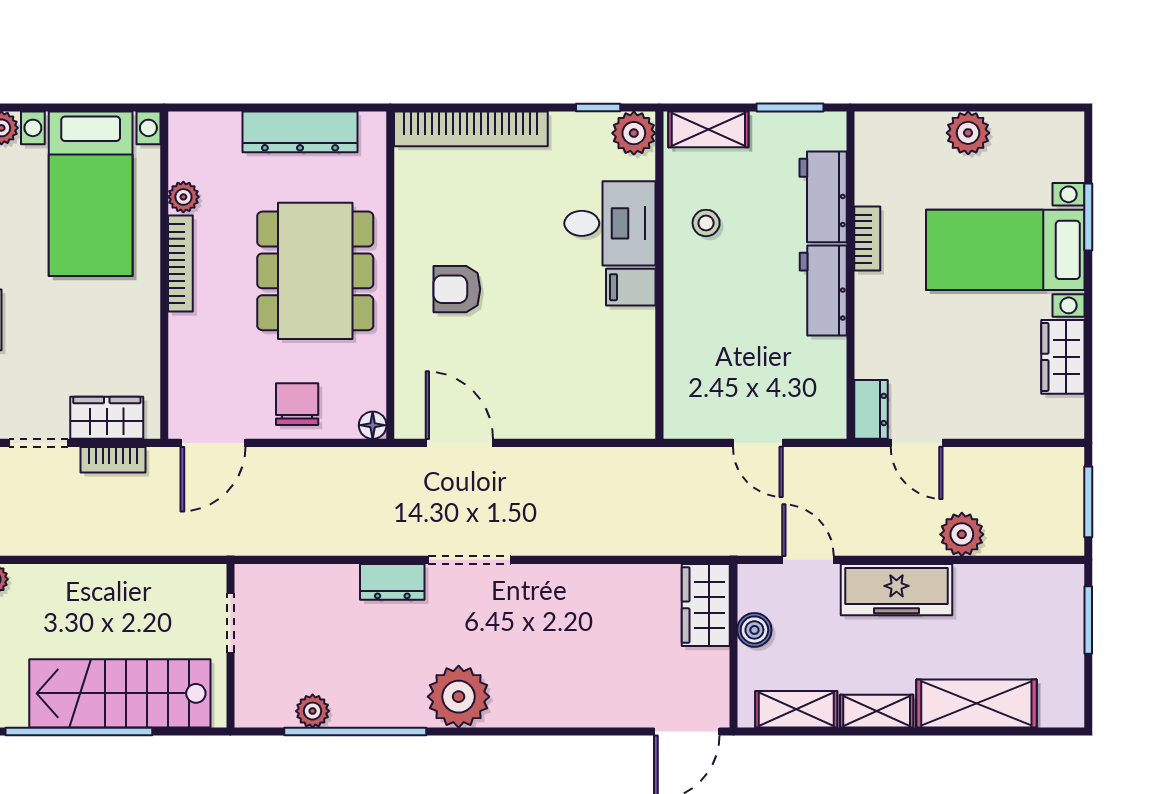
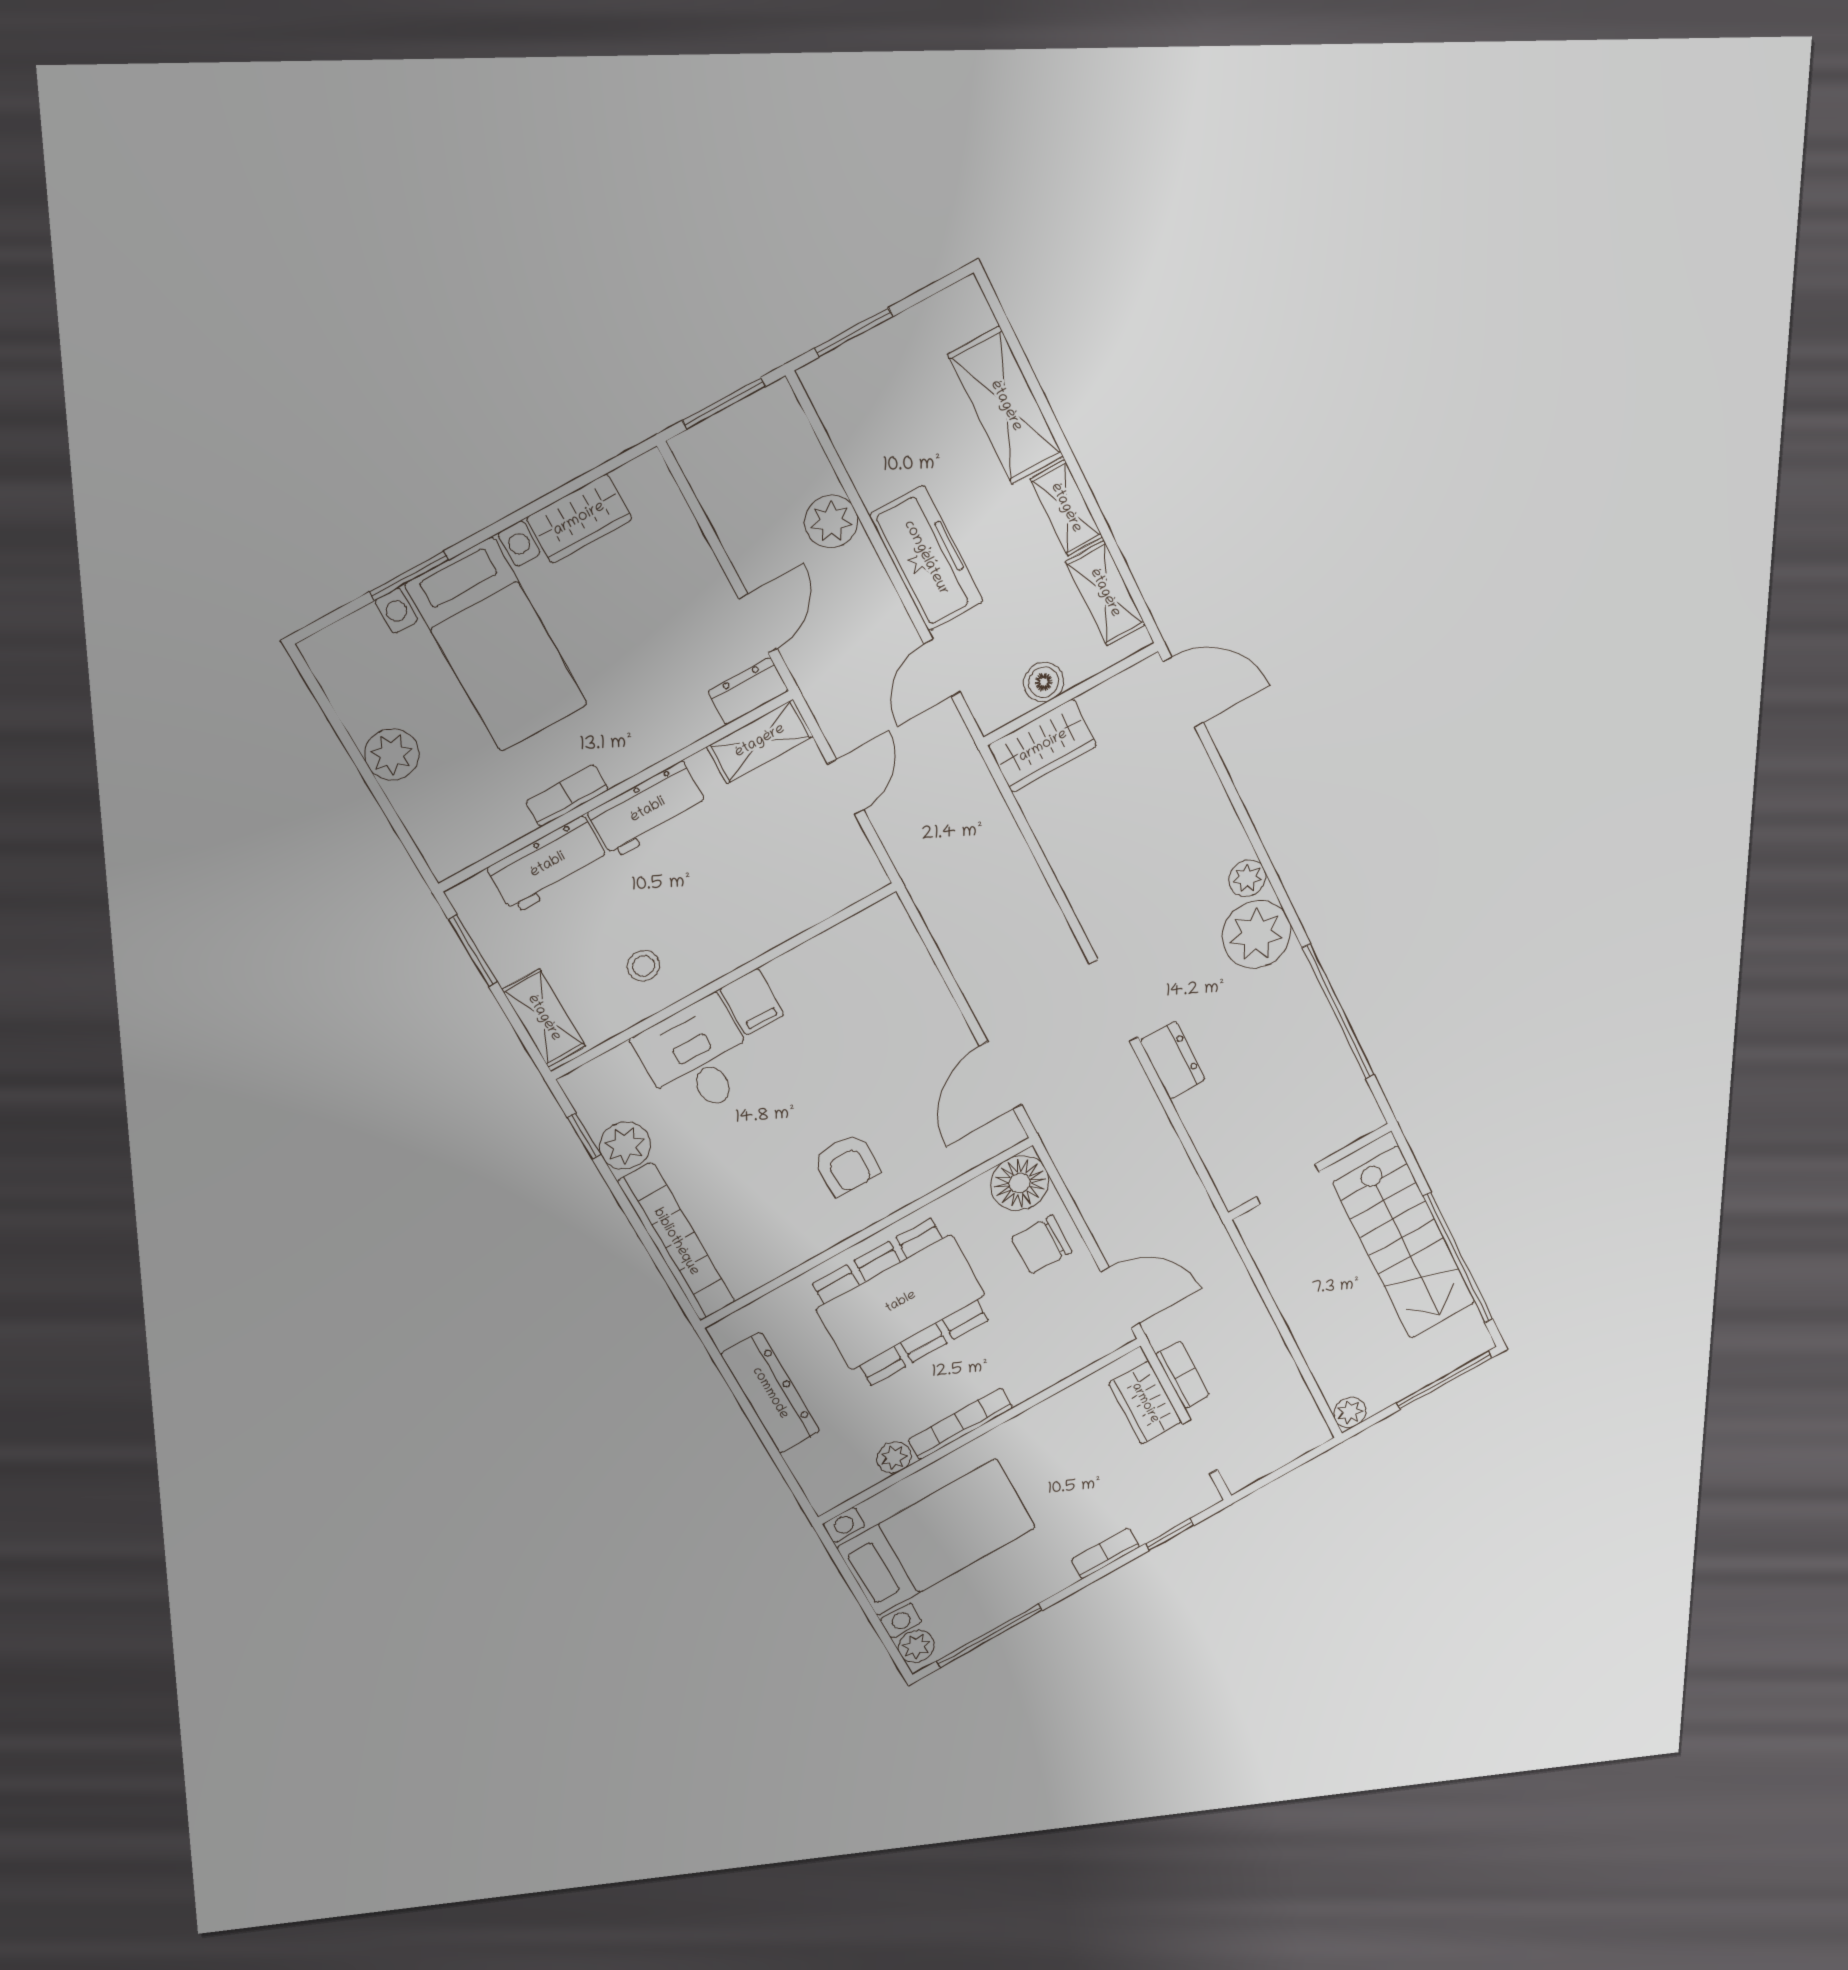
plant: (634, 133) -> (625, 1146), moved
shelving: (828, 398) -> (760, 741), added
floor lamp: (373, 425) -> (1020, 1183), width x1.89, depth x1.89
plant: (313, 711) -> (1247, 878), moved

